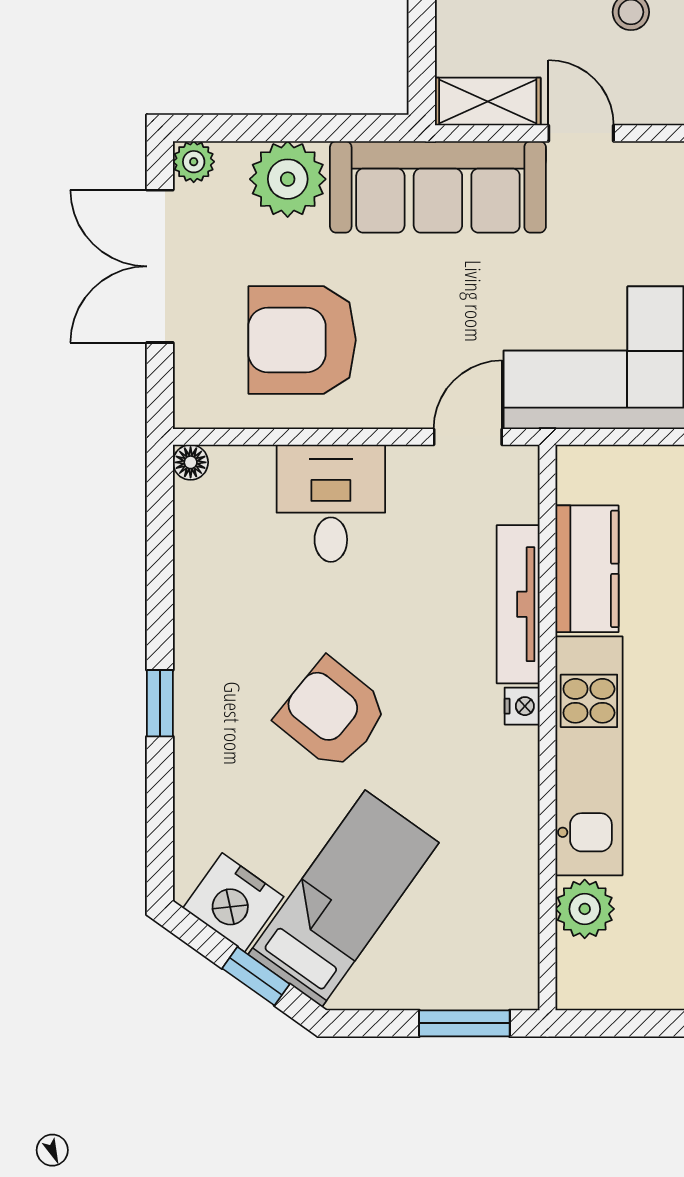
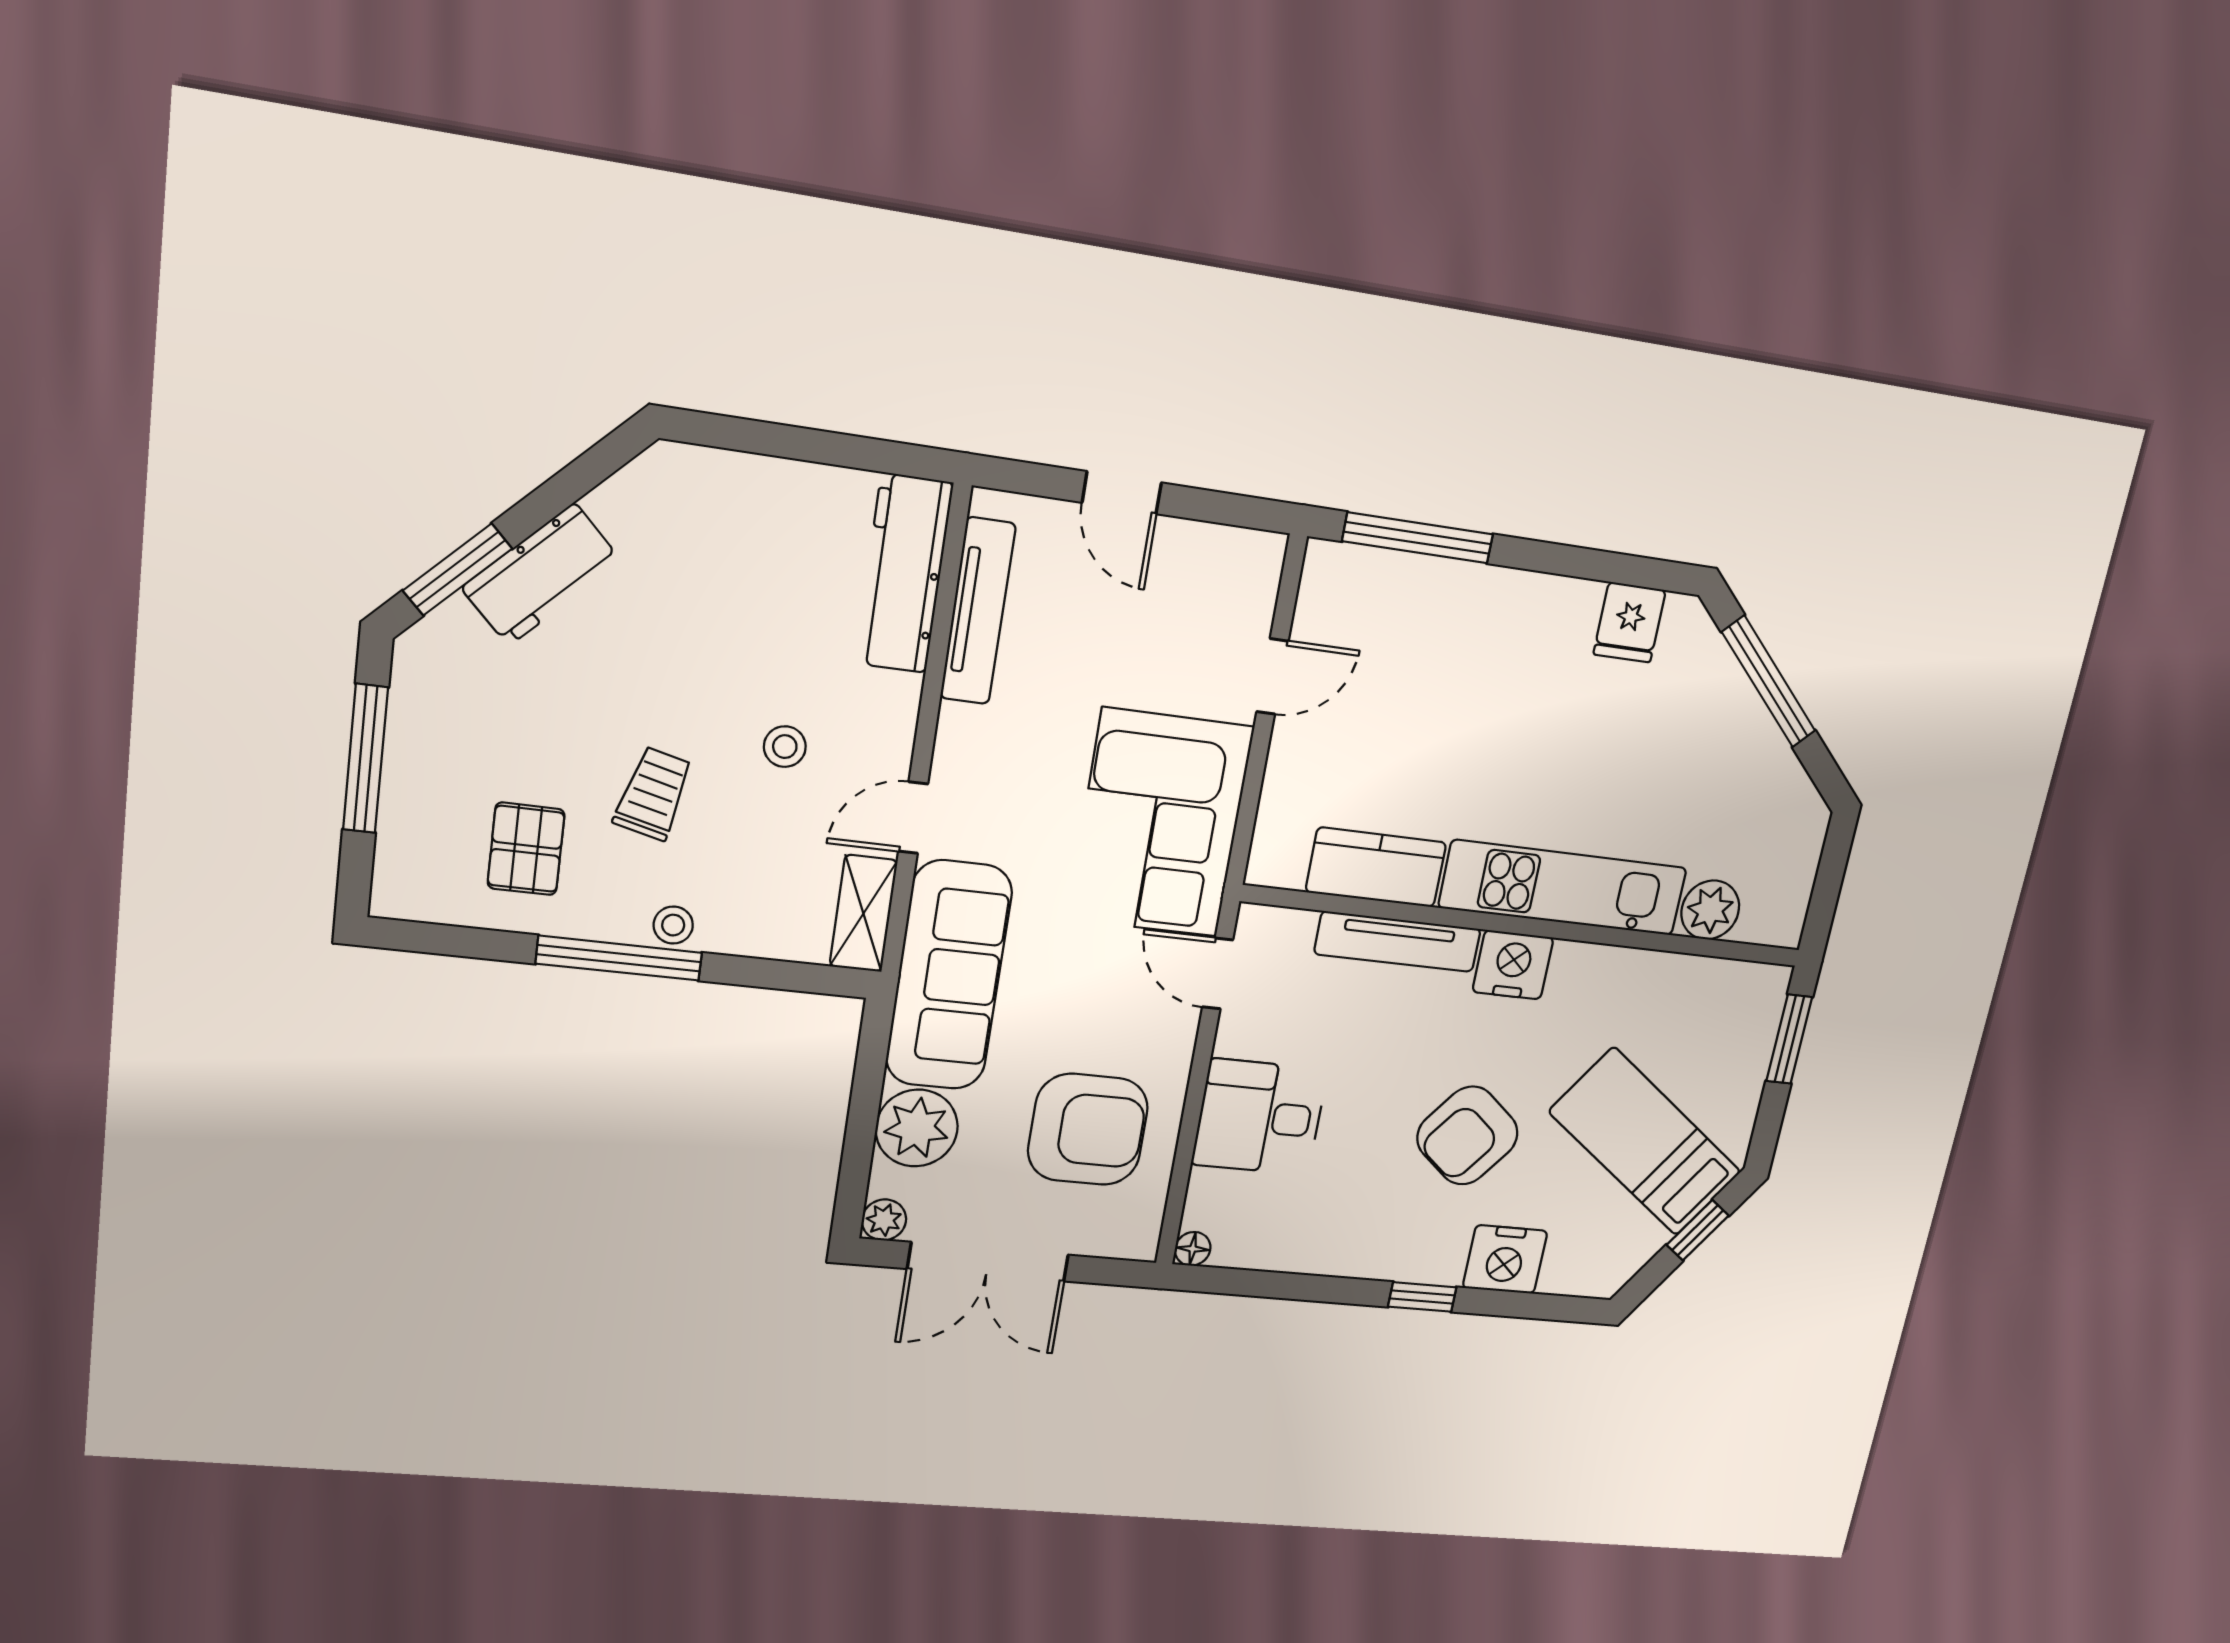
armchair: (302, 340) -> (1088, 1129), turned -90
nightstand: (522, 706) -> (1513, 965), width x1.89, depth x1.79
nightstand: (233, 902) -> (1505, 1259), moved, turned 55

